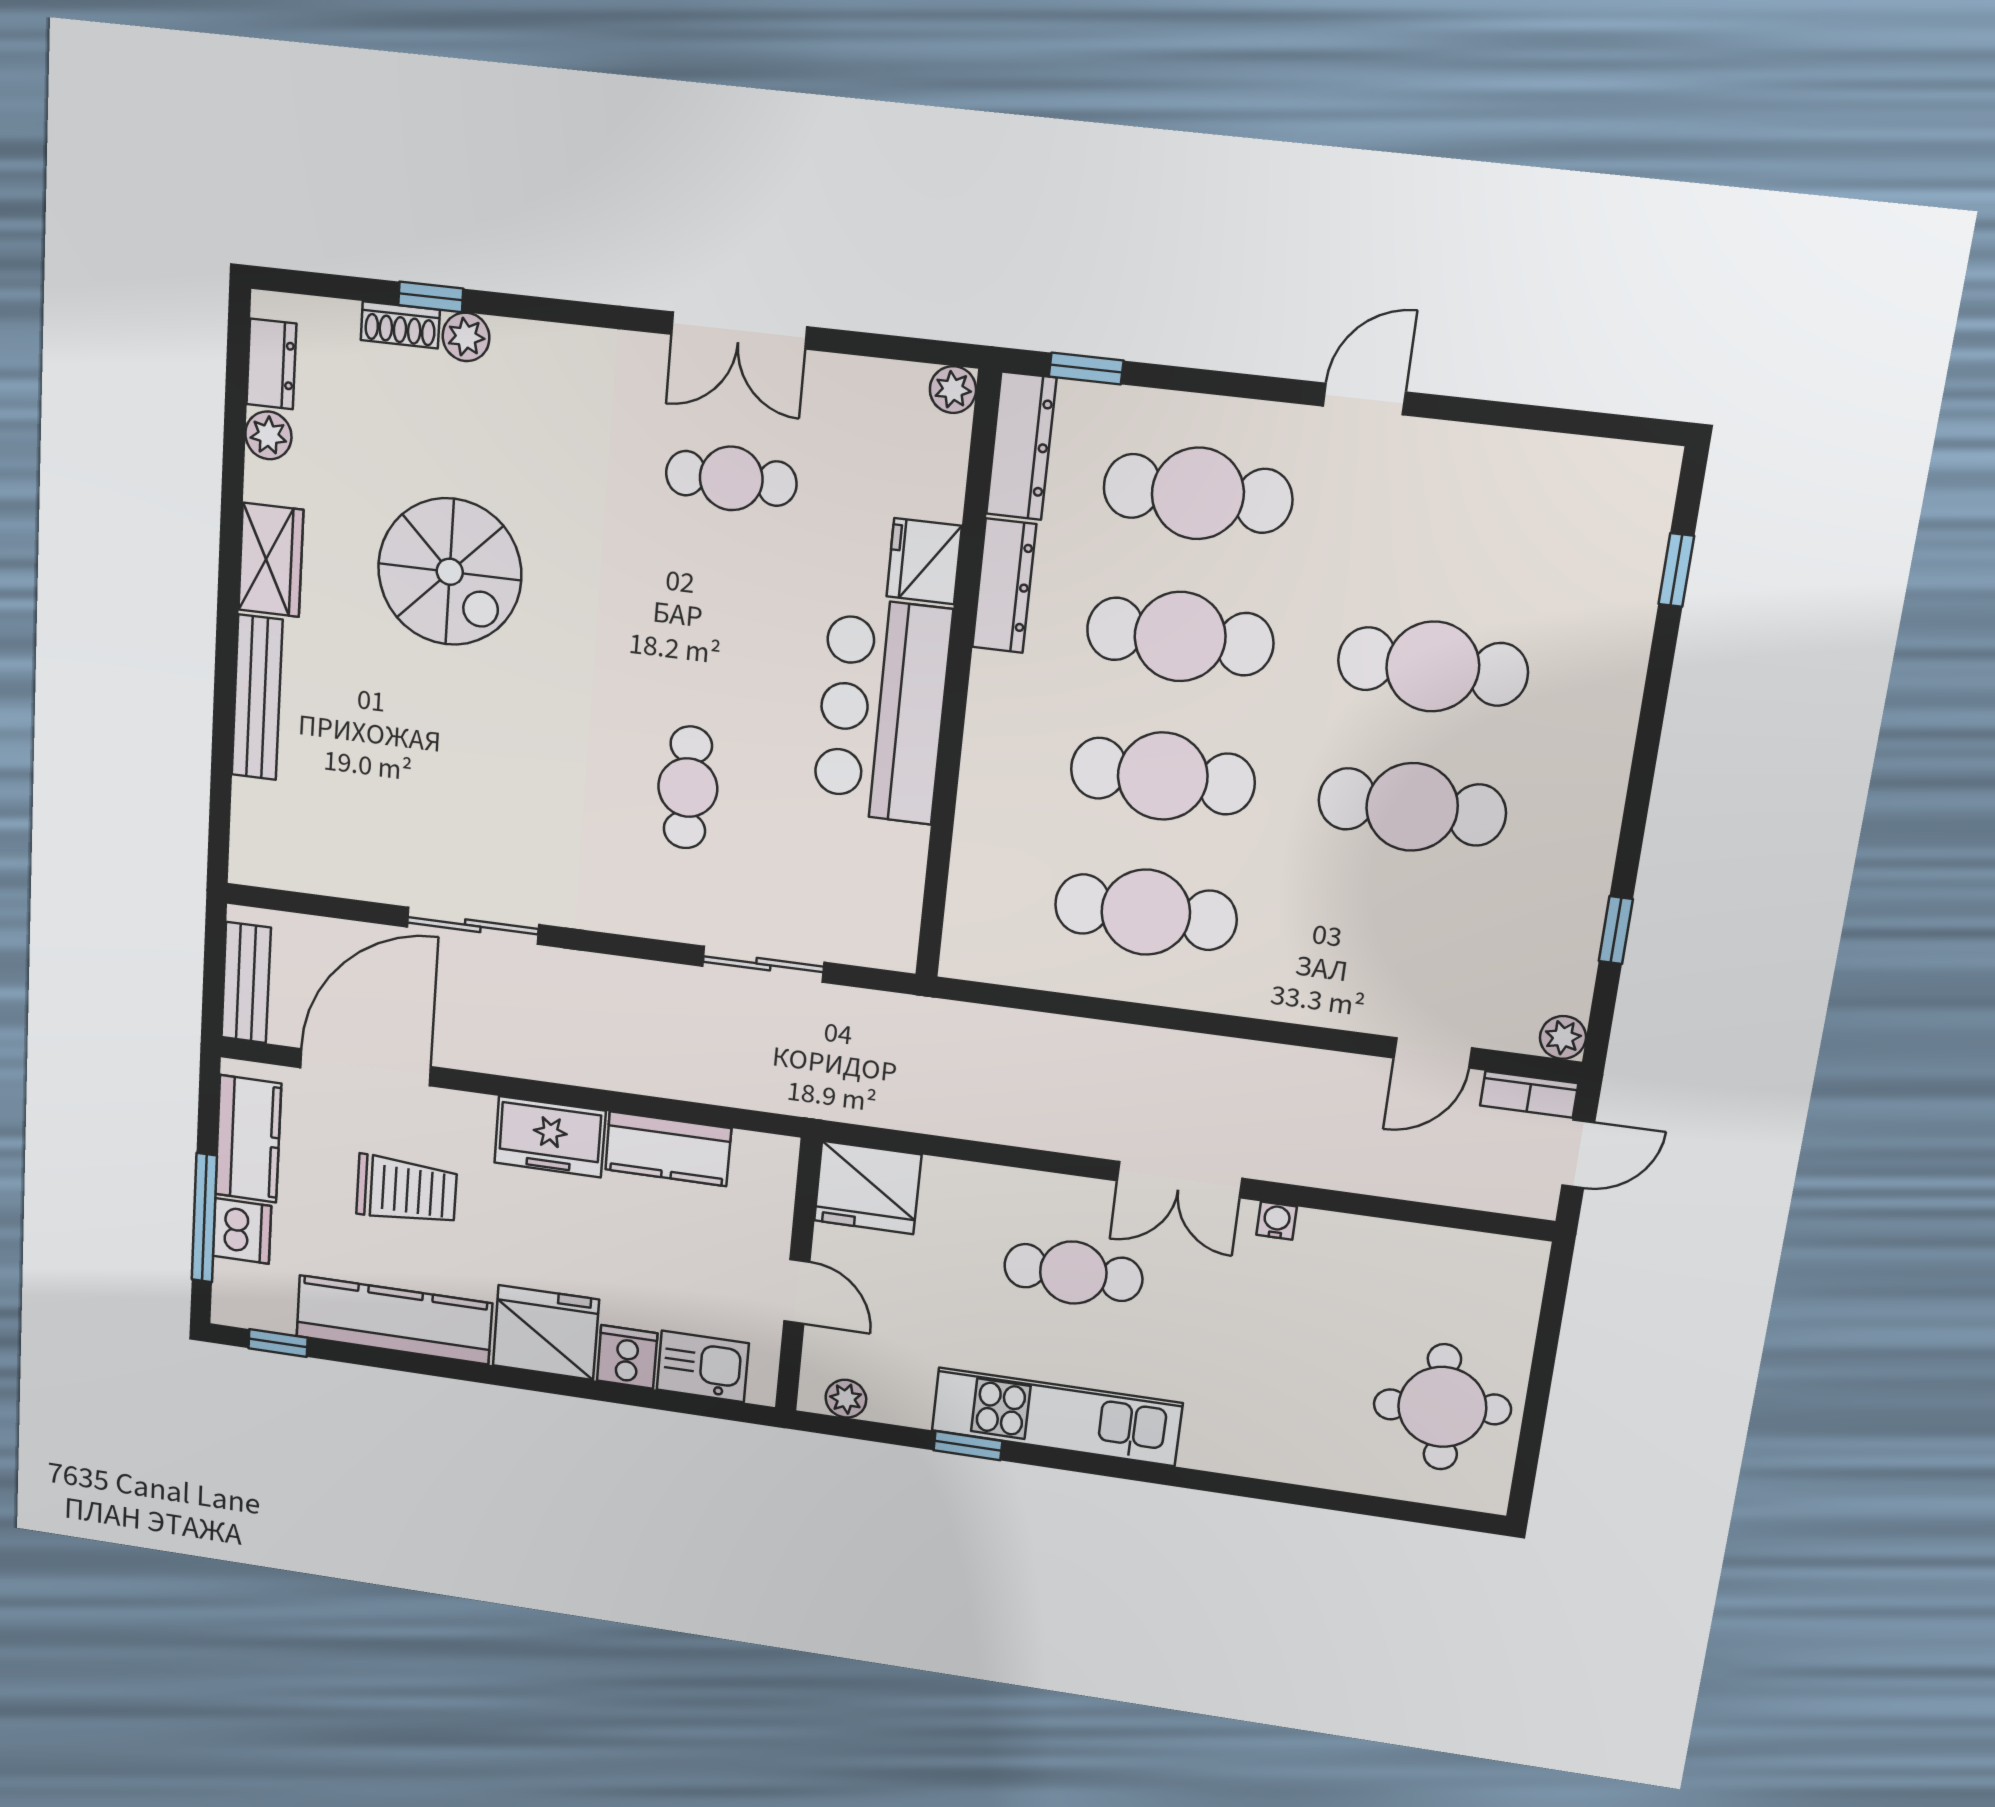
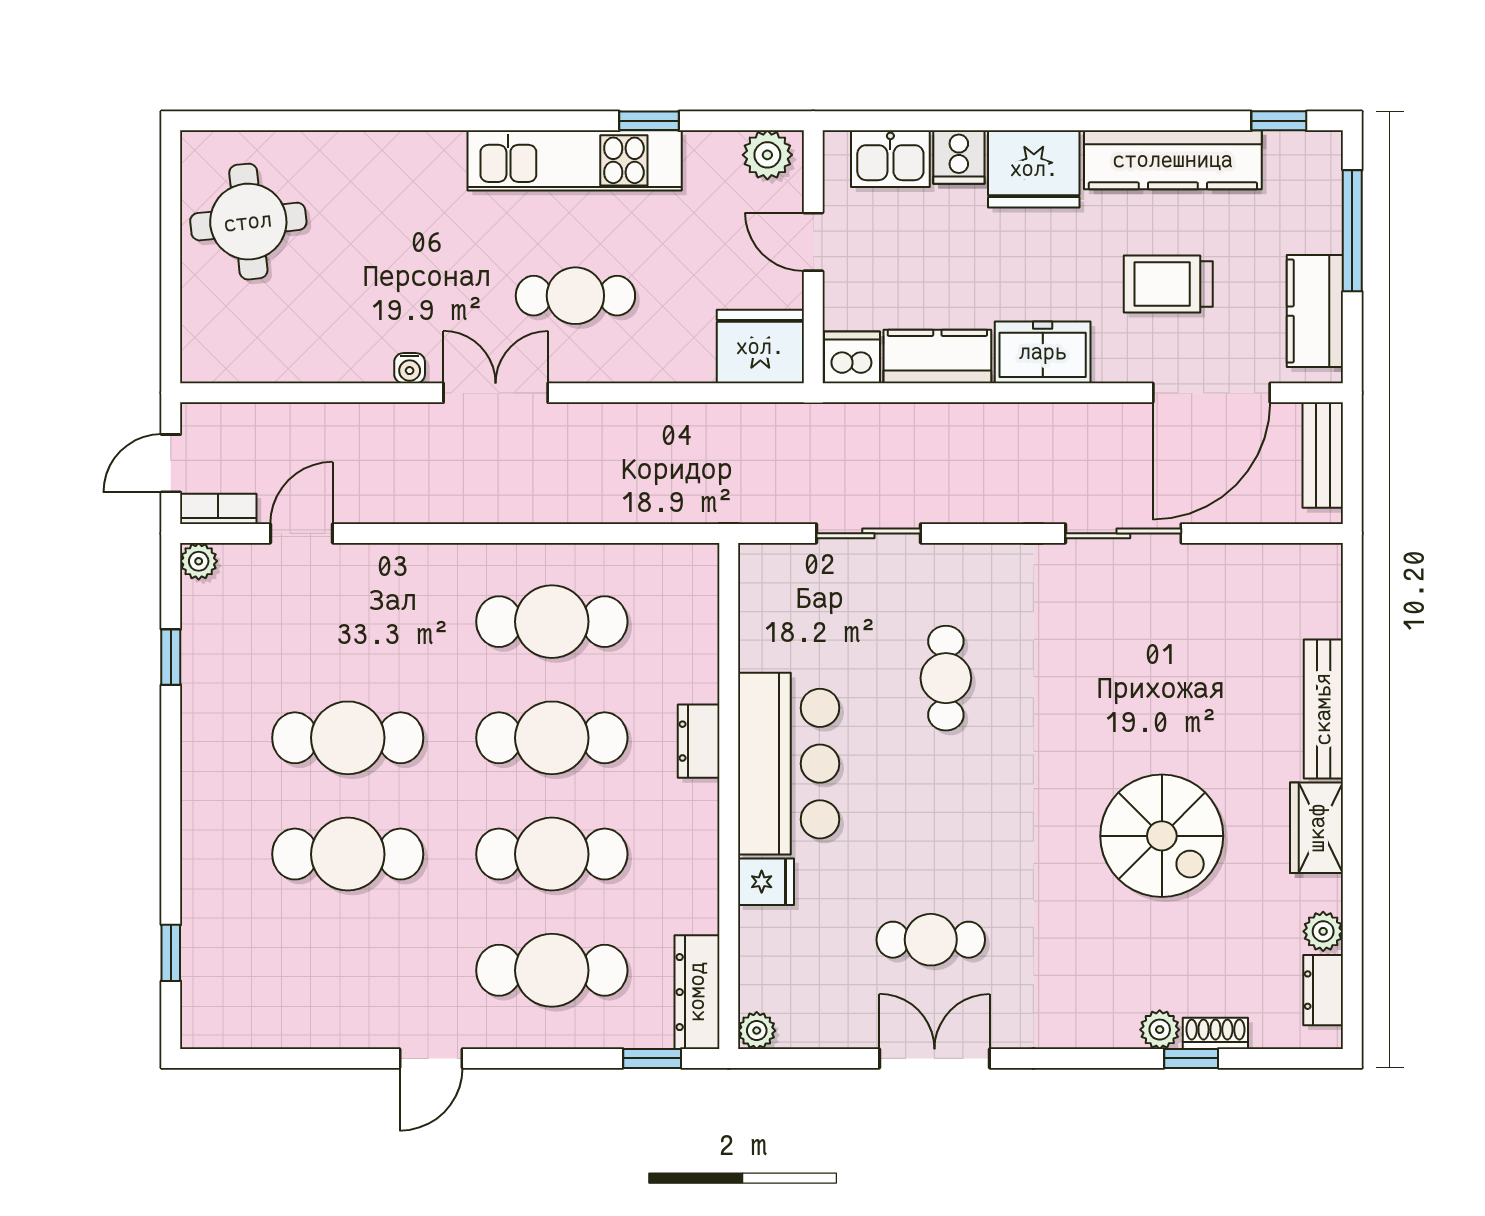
fridge: (924, 561) -> (766, 882), width x0.72
spiral stairs: (450, 572) -> (1162, 836), turned 180
dresser: (1004, 586) -> (699, 741), moved, width x0.70
dishwasher: (242, 1231) -> (852, 357), moved, turned 90
plant: (846, 1399) -> (767, 155), width x1.38, depth x1.38

